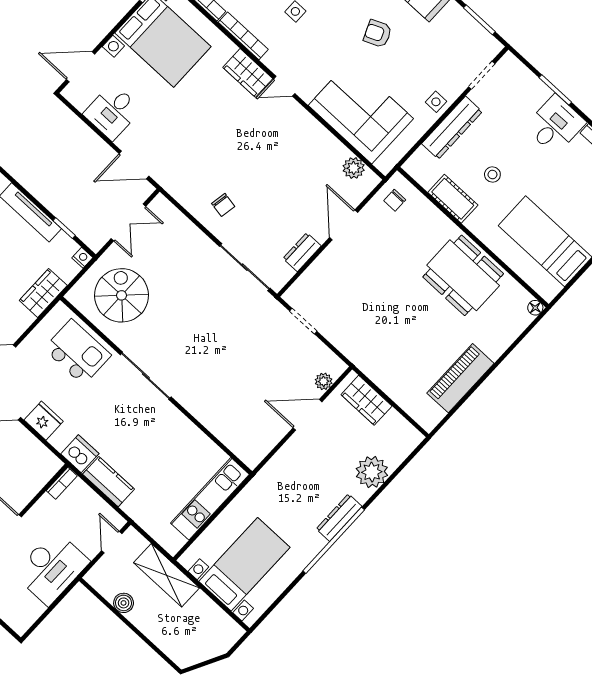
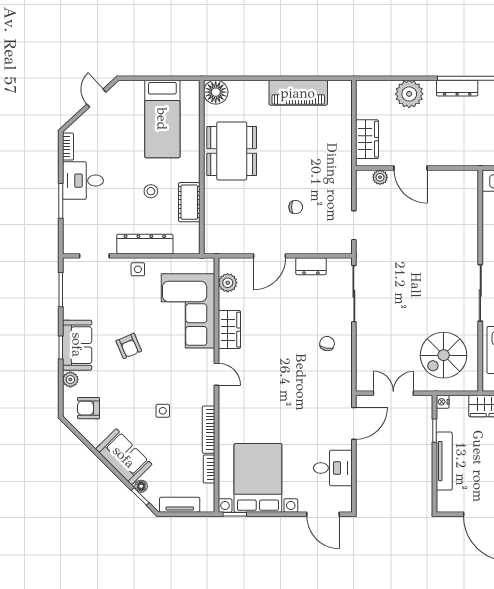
wardrobe: (248, 73) -> (229, 330), moved
door: (134, 165) -> (354, 423), hinge flipped
chair: (395, 200) -> (296, 207), moved
floor lamp: (535, 308) -> (216, 92), width x1.89, depth x1.89

